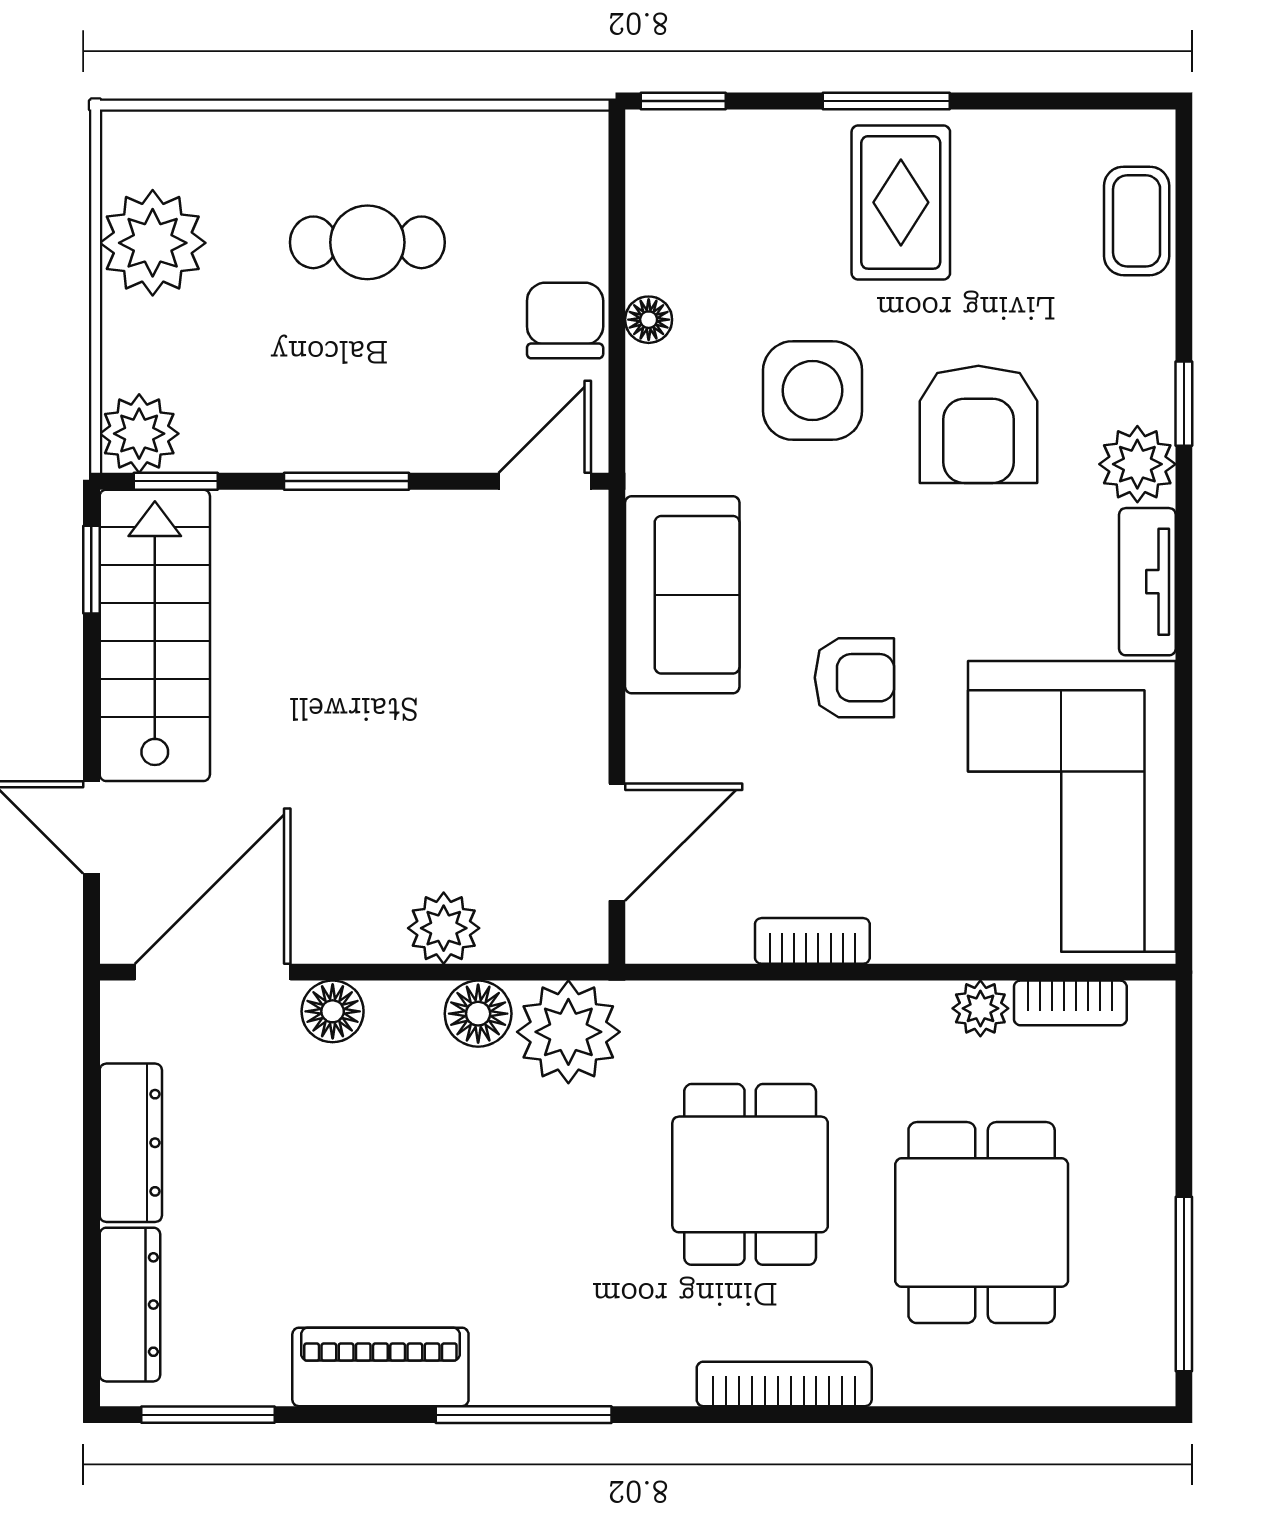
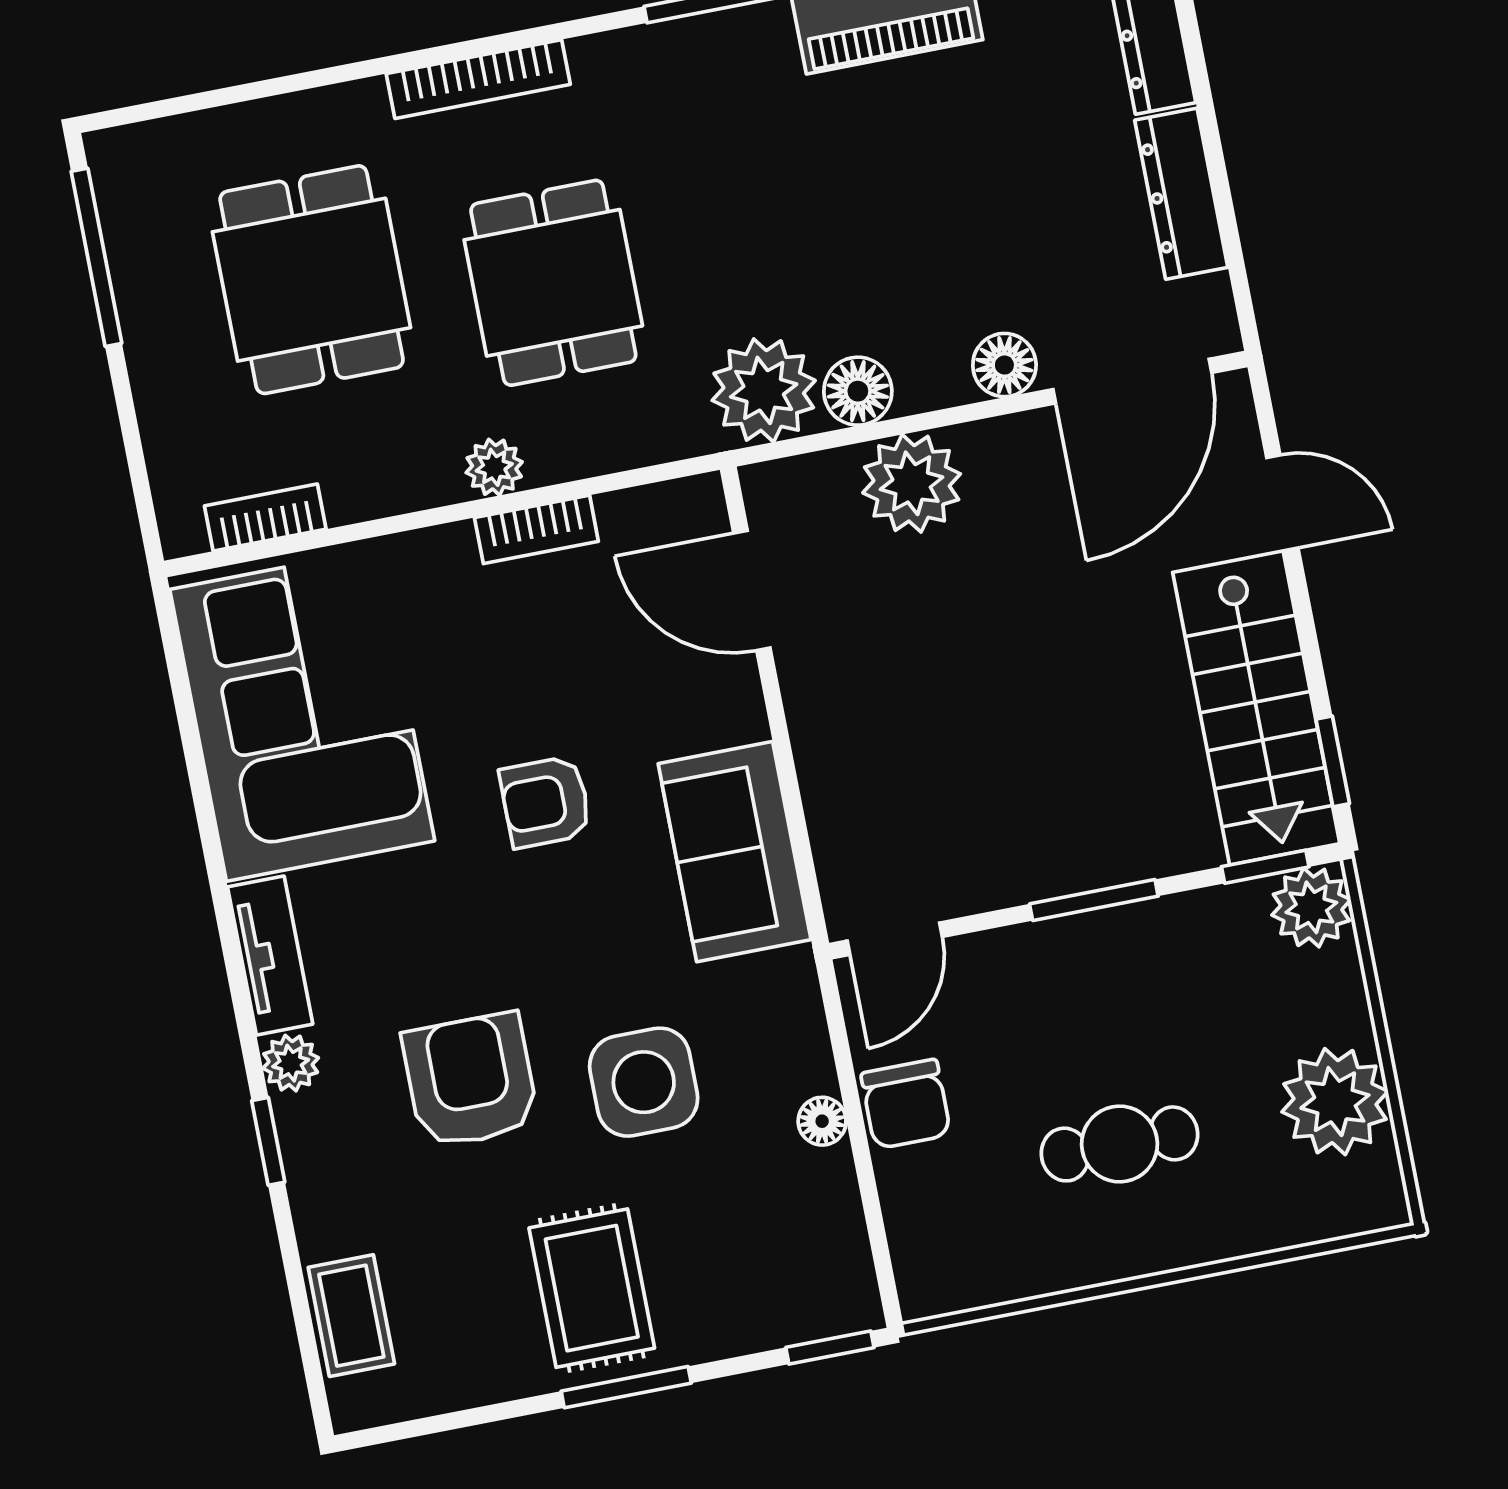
plant: (1137, 464) -> (291, 1063), width x0.73, depth x0.73
door: (617, 842) -> (752, 590), hinge flipped
plant: (444, 928) -> (912, 483), width x1.36, depth x1.36
plant: (980, 1008) -> (494, 467), moved

